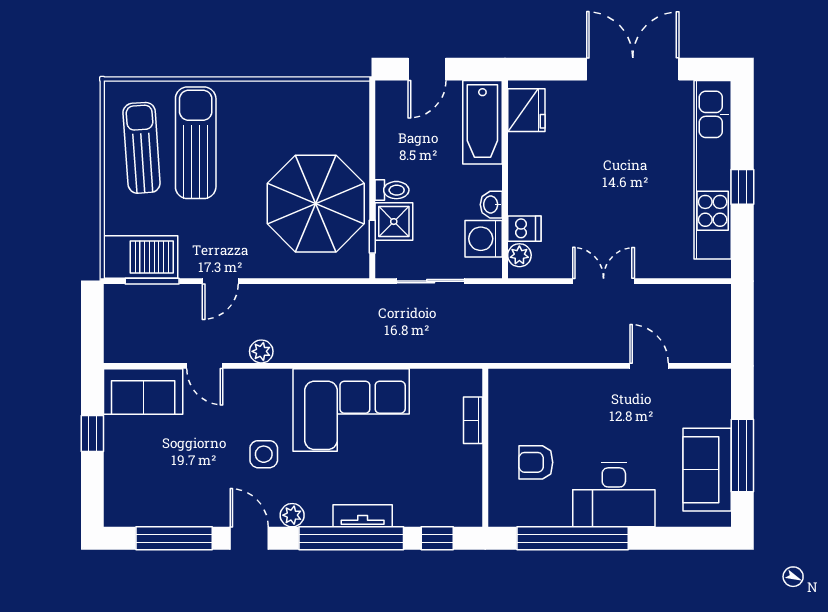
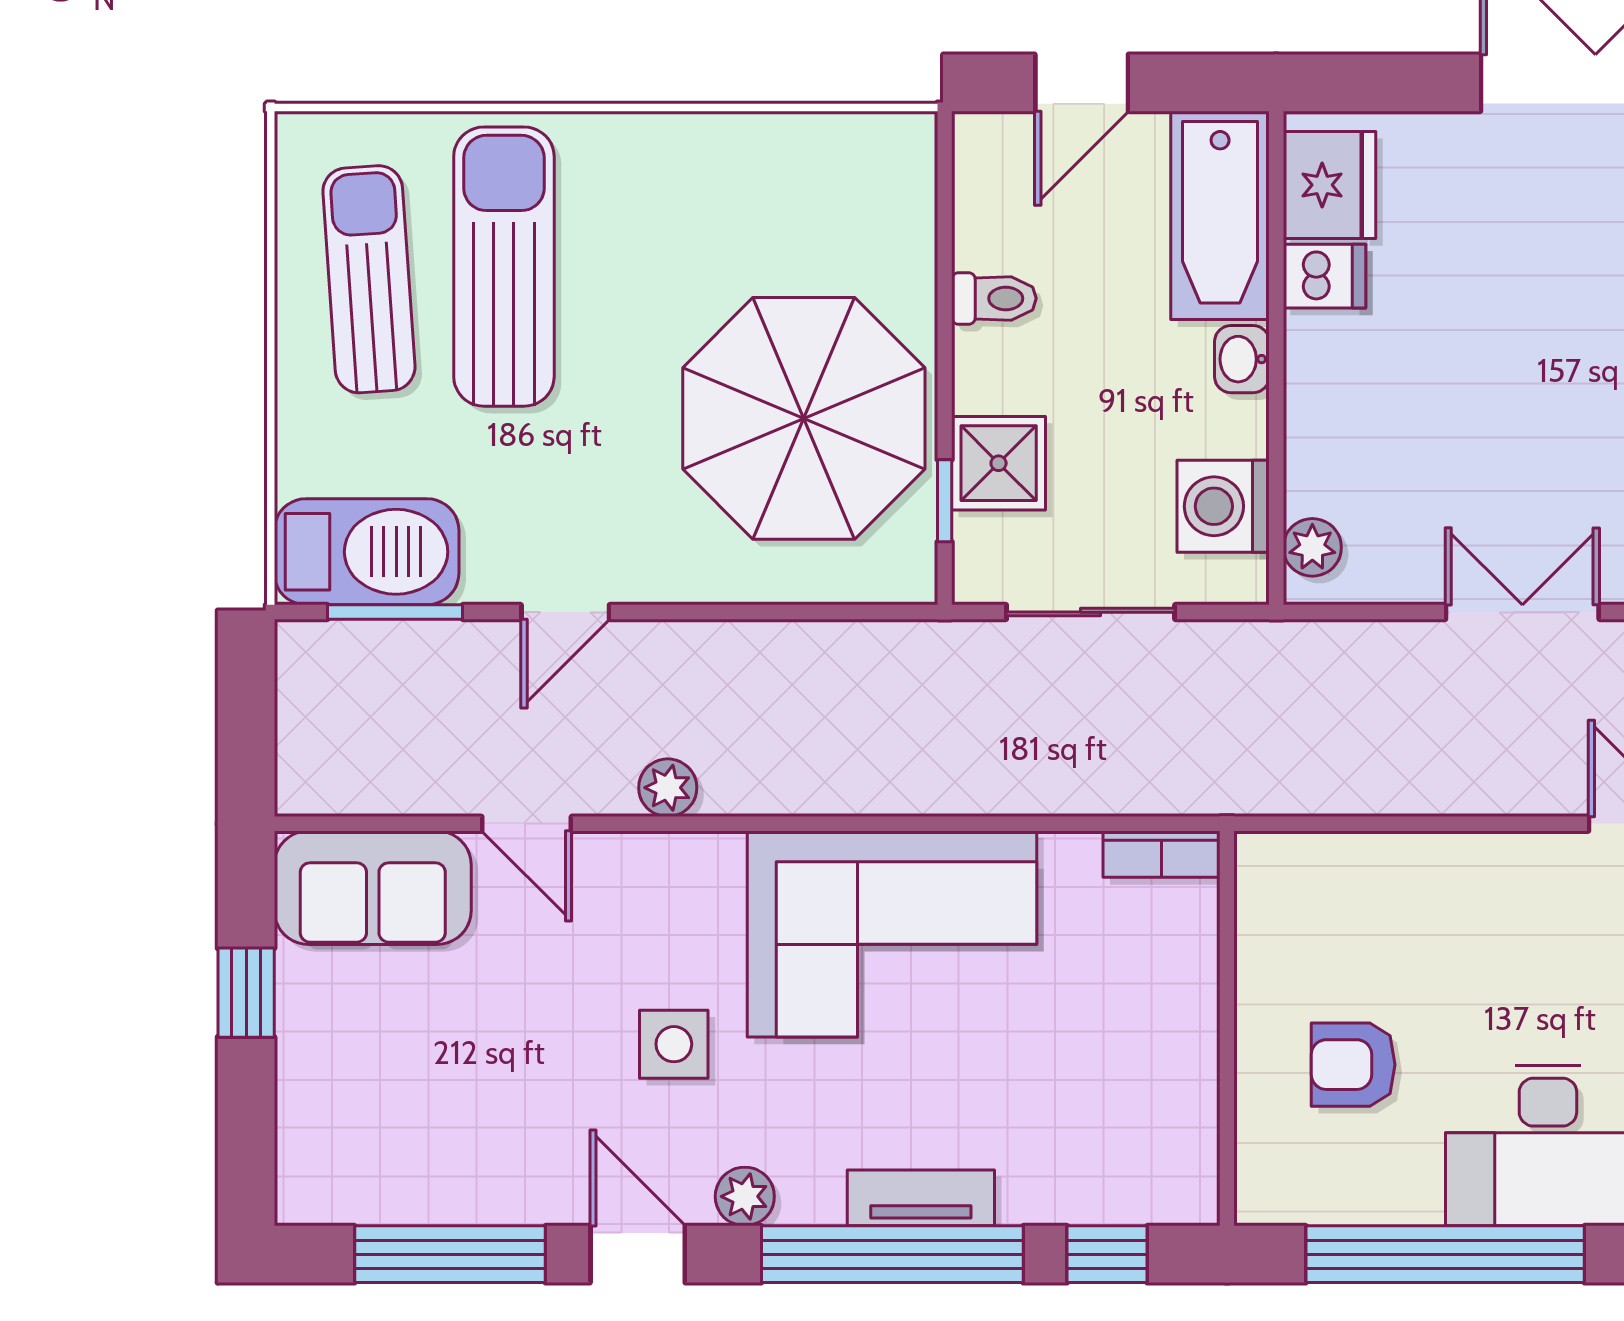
toilet: (392, 190) -> (994, 298), moved
washbasin: (491, 205) -> (1242, 359), moved
dishwasher: (524, 229) -> (1324, 276), moved
bookcase: (473, 420) -> (1161, 854), moved, turned -90

